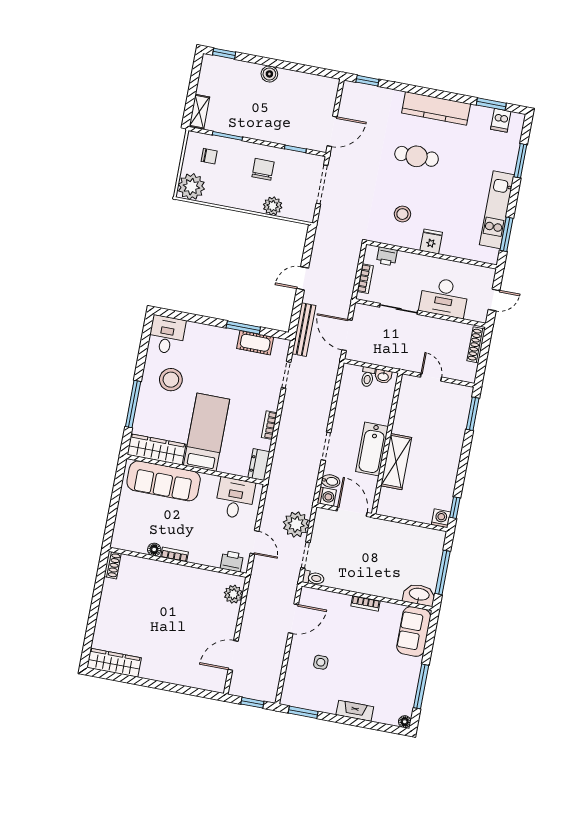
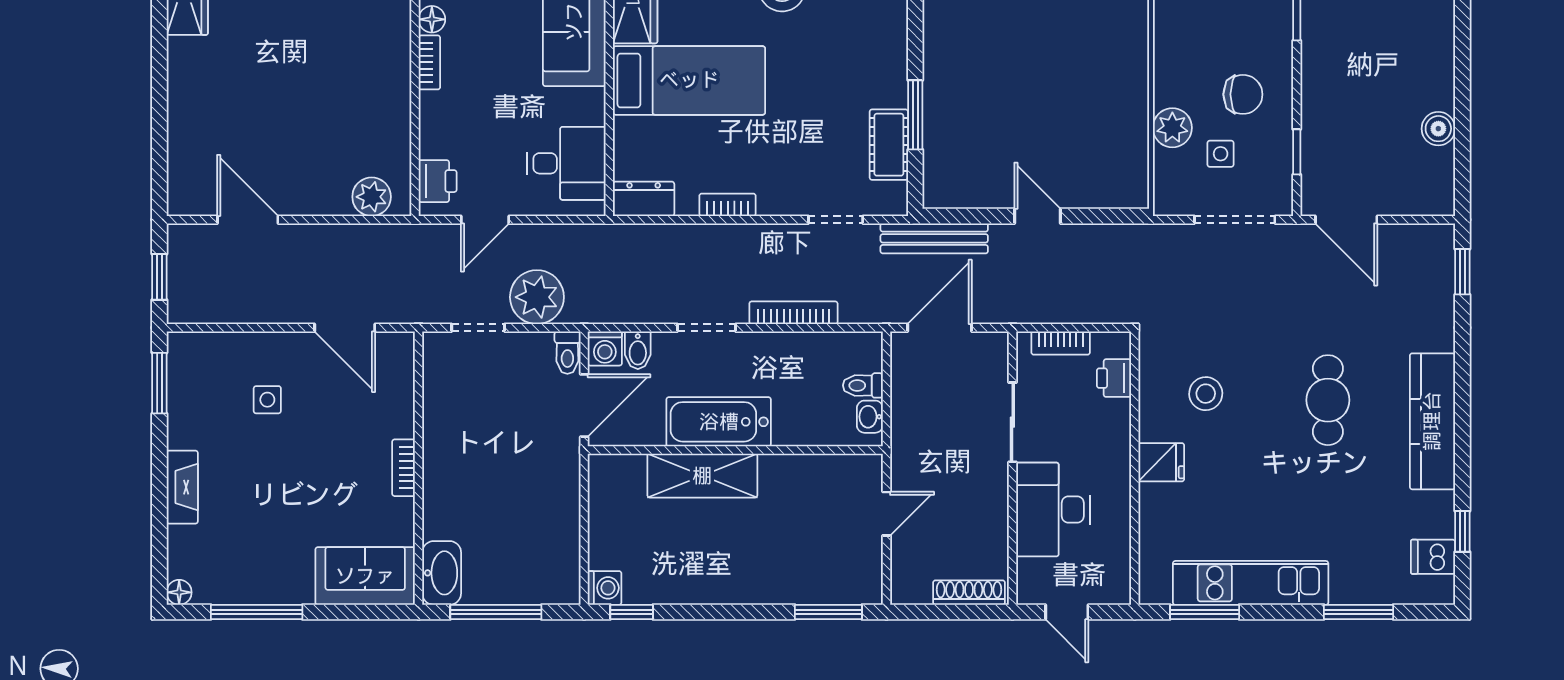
boiler: (269, 74) -> (1438, 129), moved
window: (491, 104) -> (1462, 531), width x0.67
side table: (289, 185) -> (1221, 154), added
bookcase: (327, 403) -> (793, 313), added
toilet: (313, 578) -> (567, 353), moved

